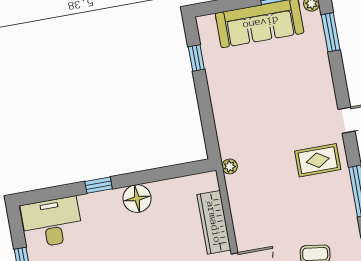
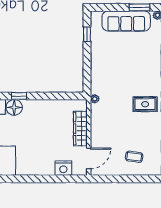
floor lamp: (137, 199) -> (14, 107), moved

